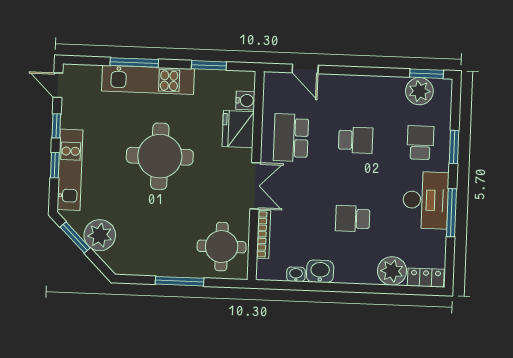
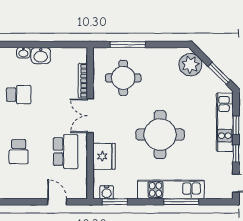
window: (209, 65) -> (115, 202), moved
water cooler: (245, 100) -> (107, 192), moved, turned -90
school desk: (356, 140) -> (19, 152), turned -90
plant: (100, 235) -> (190, 65), moved
round table: (222, 247) -> (123, 78), moved
washbasin: (296, 274) -> (23, 53), moved
window: (180, 281) -> (128, 45), moved

